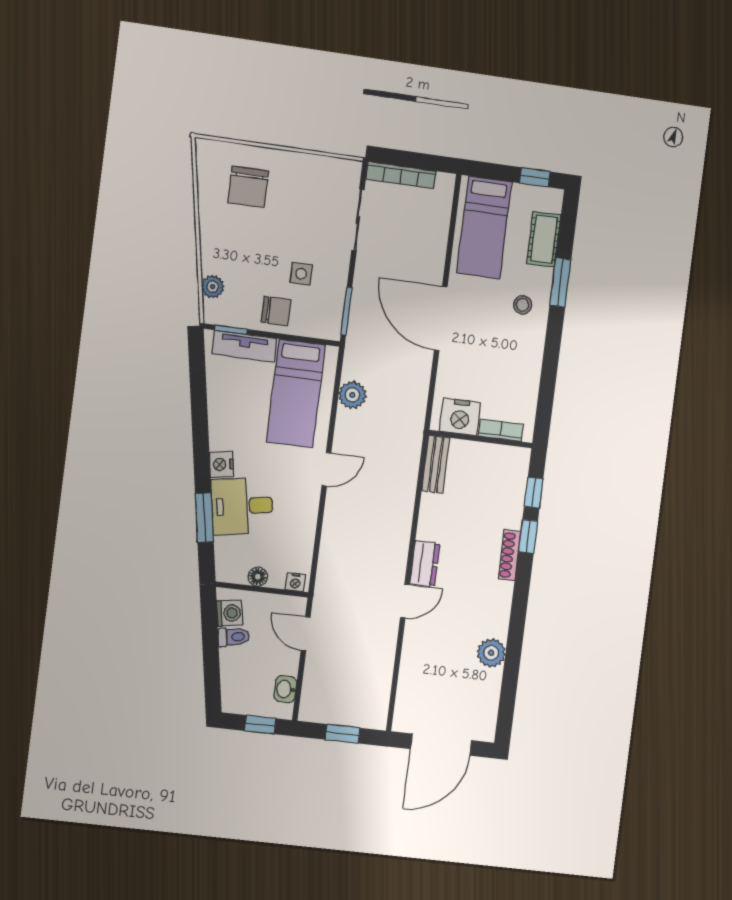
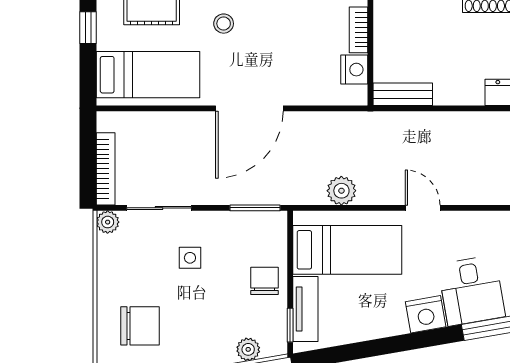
plant: (351, 170) -> (108, 222), added
side table: (301, 274) -> (190, 258), moved
nightstand: (460, 417) -> (354, 70), width x0.74, depth x0.75
nightstand: (221, 464) -> (426, 314), width x1.36, depth x1.33

